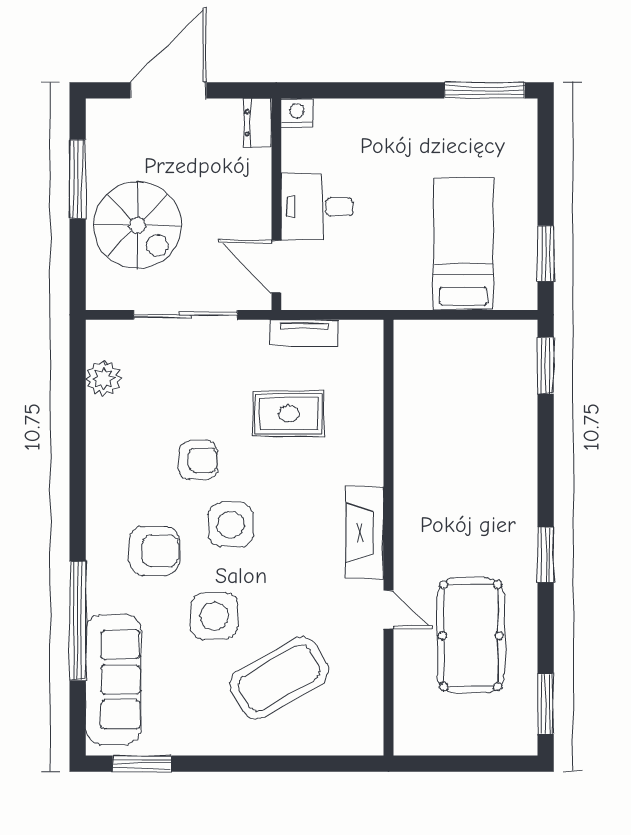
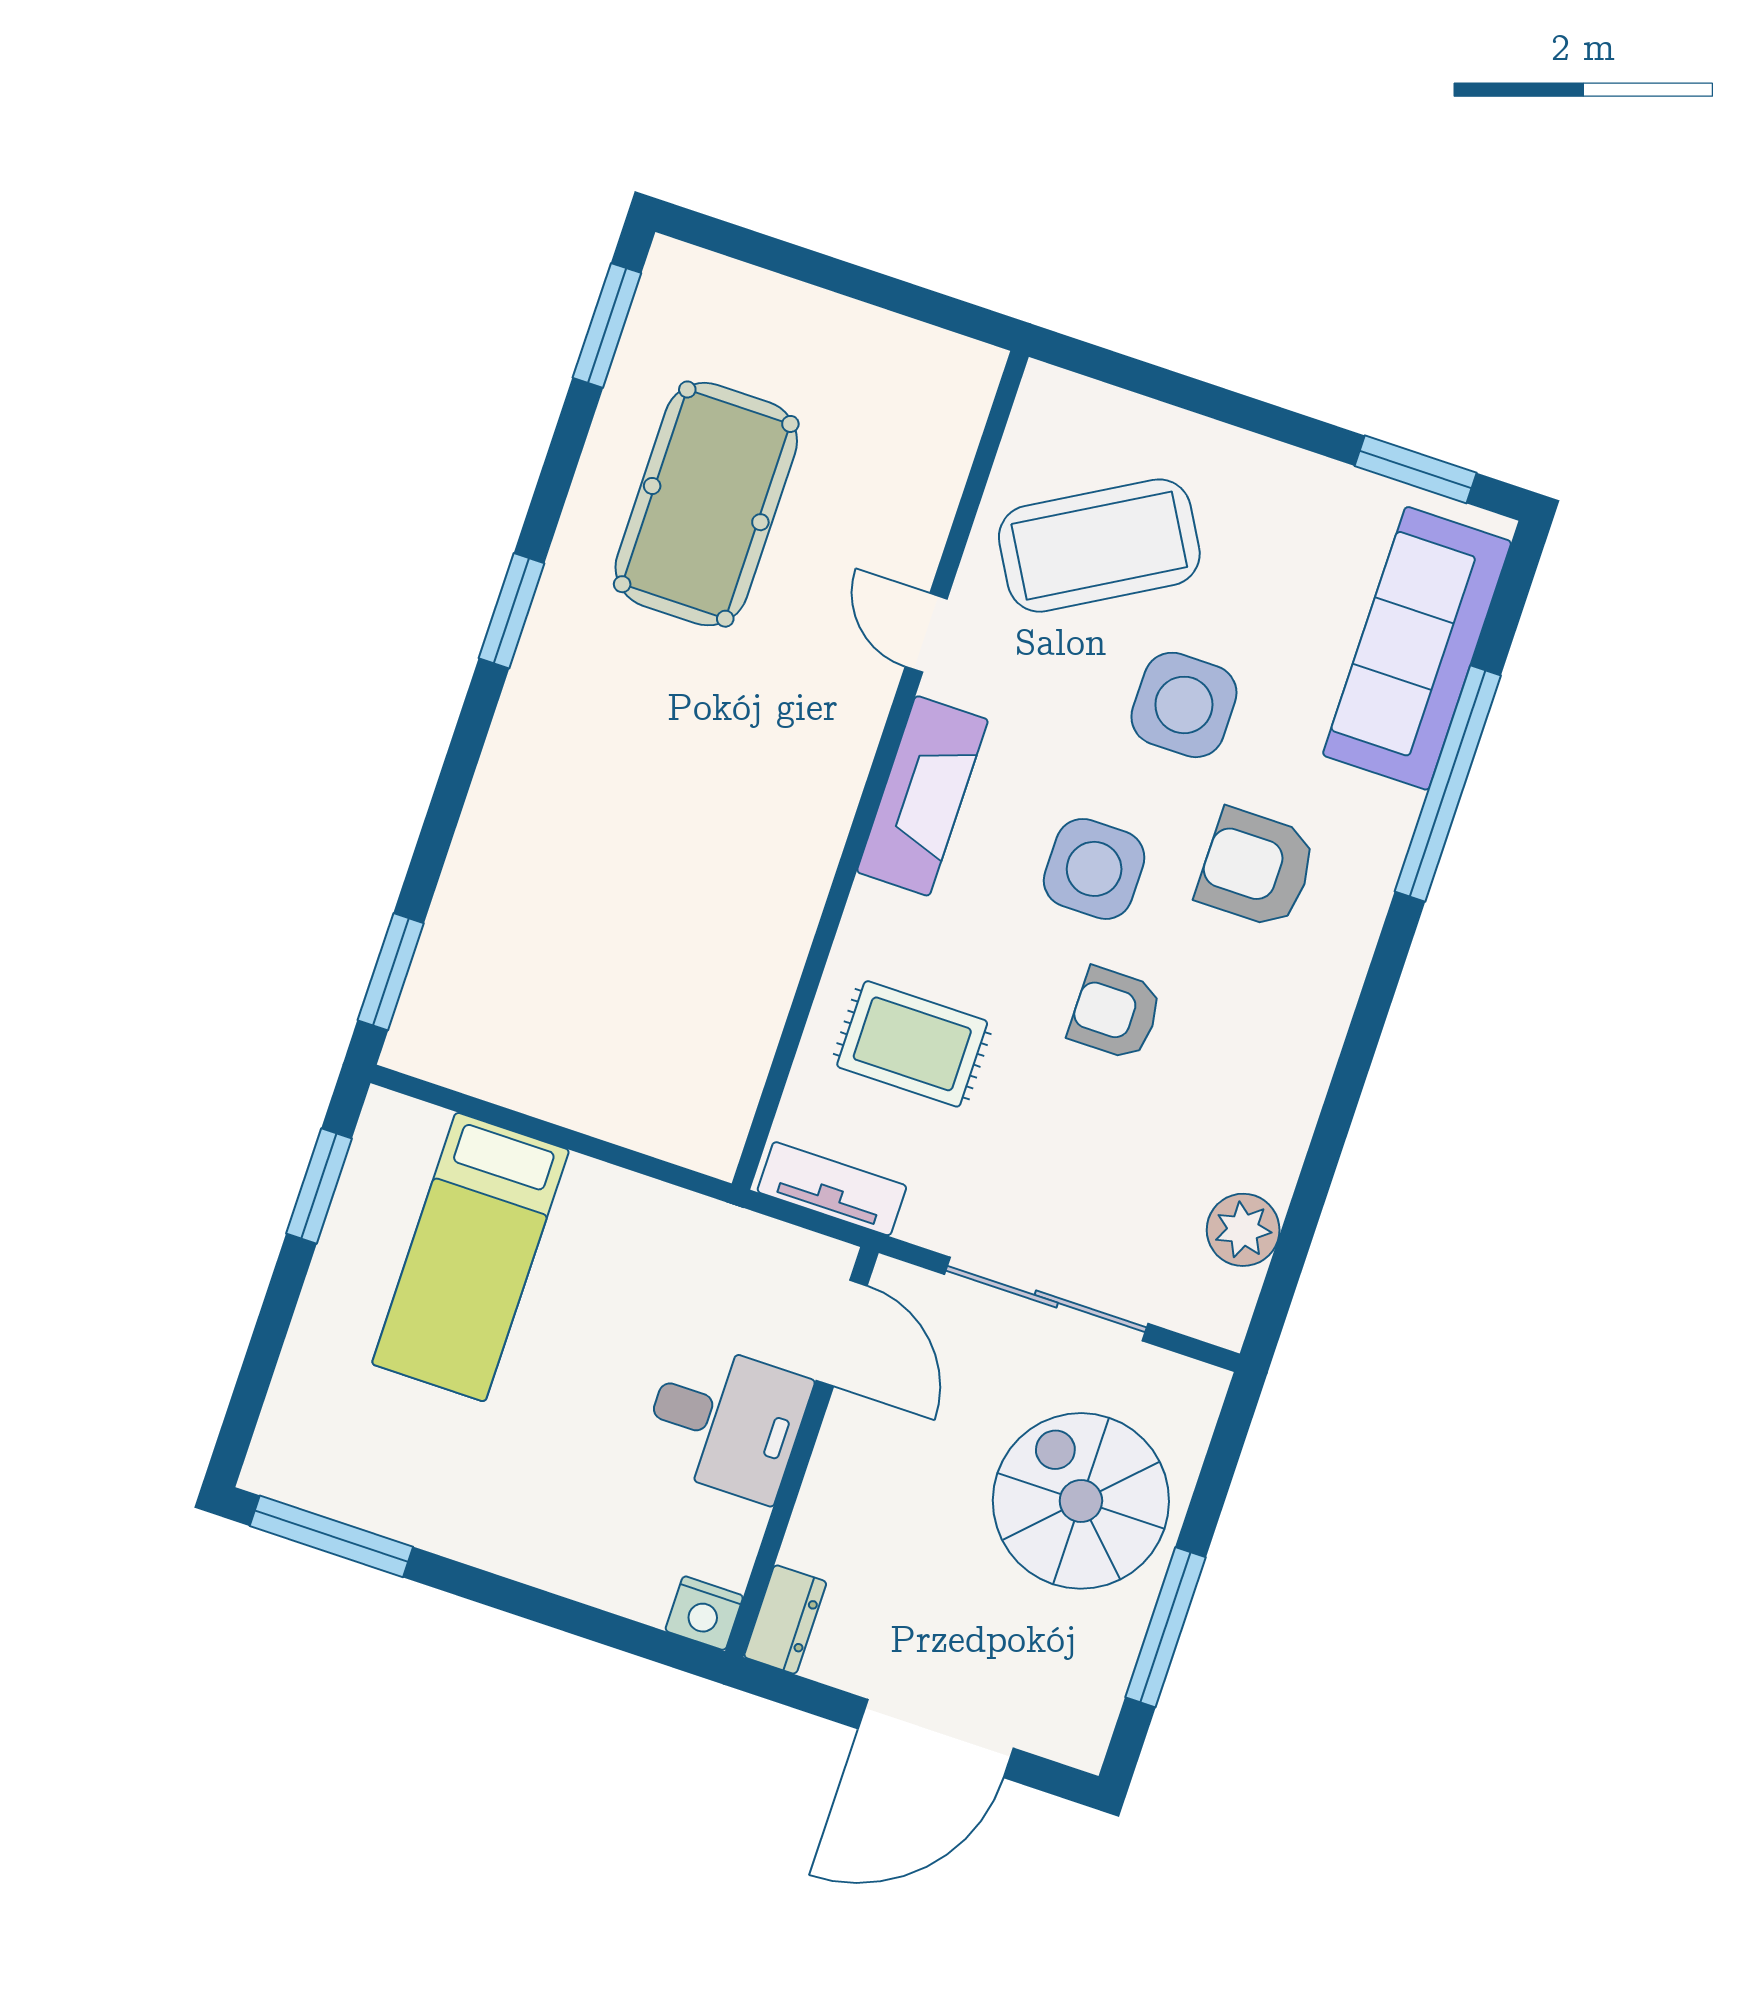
fireplace: (365, 532) -> (922, 796), moved
wall: (389, 538) -> (880, 770), moved
door: (389, 610) -> (926, 633), moved

